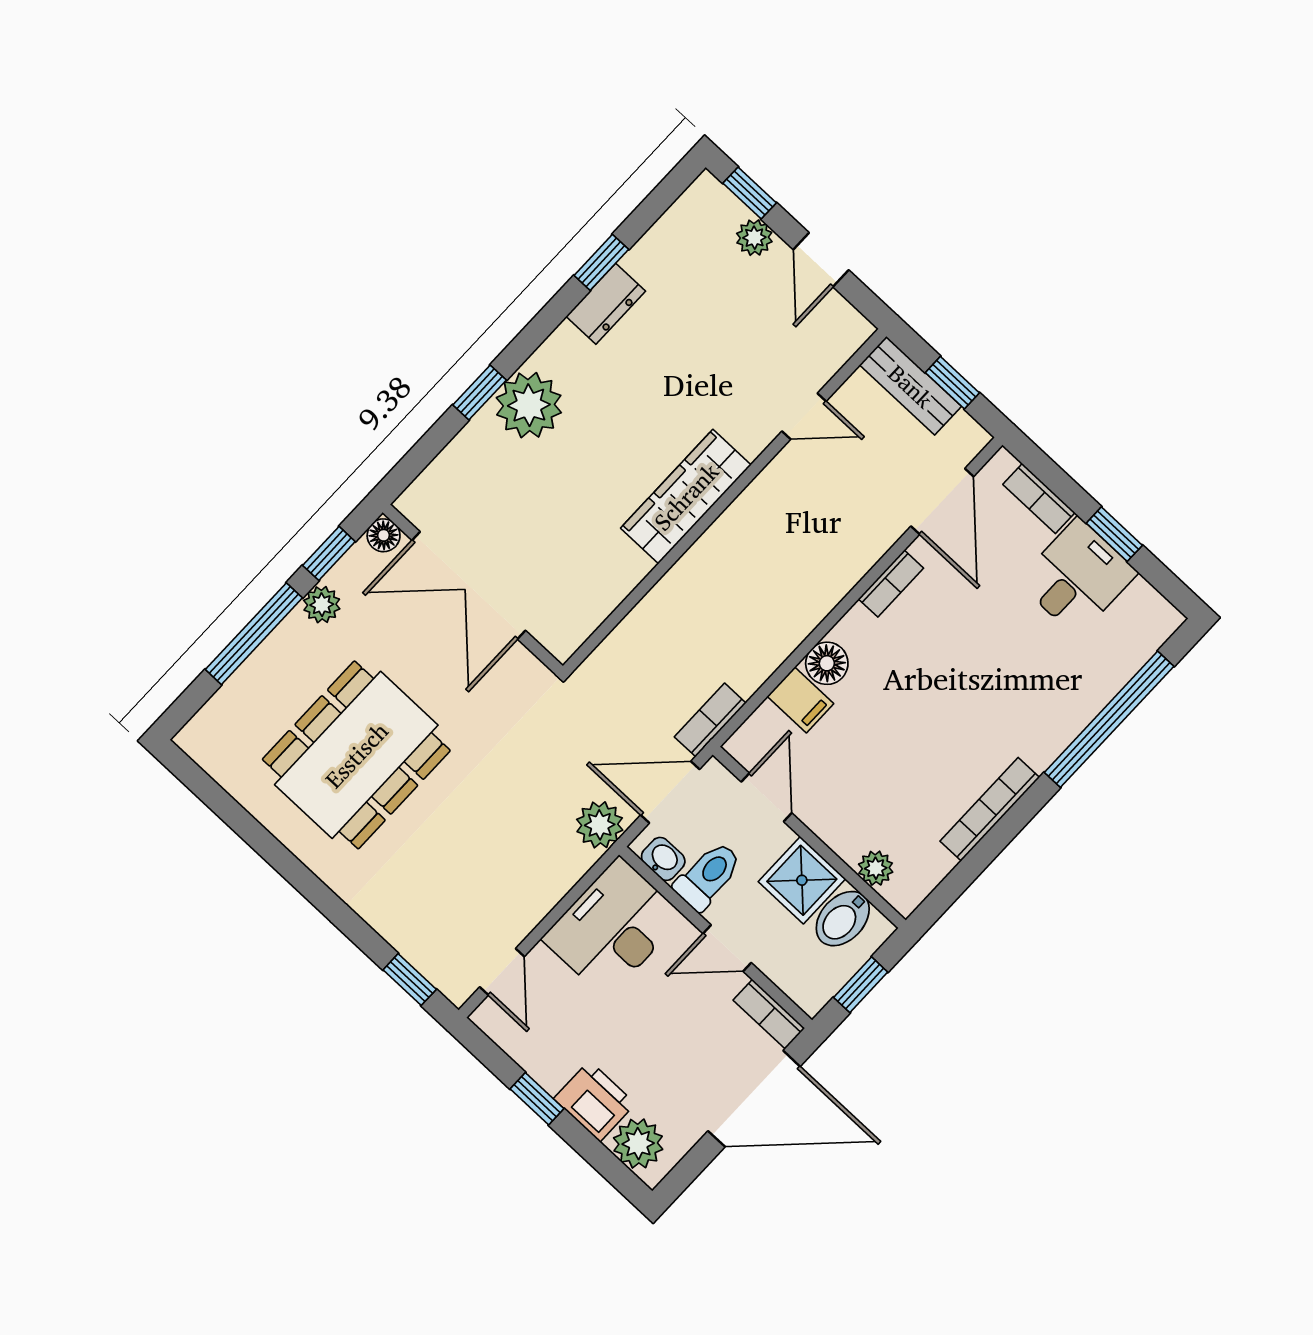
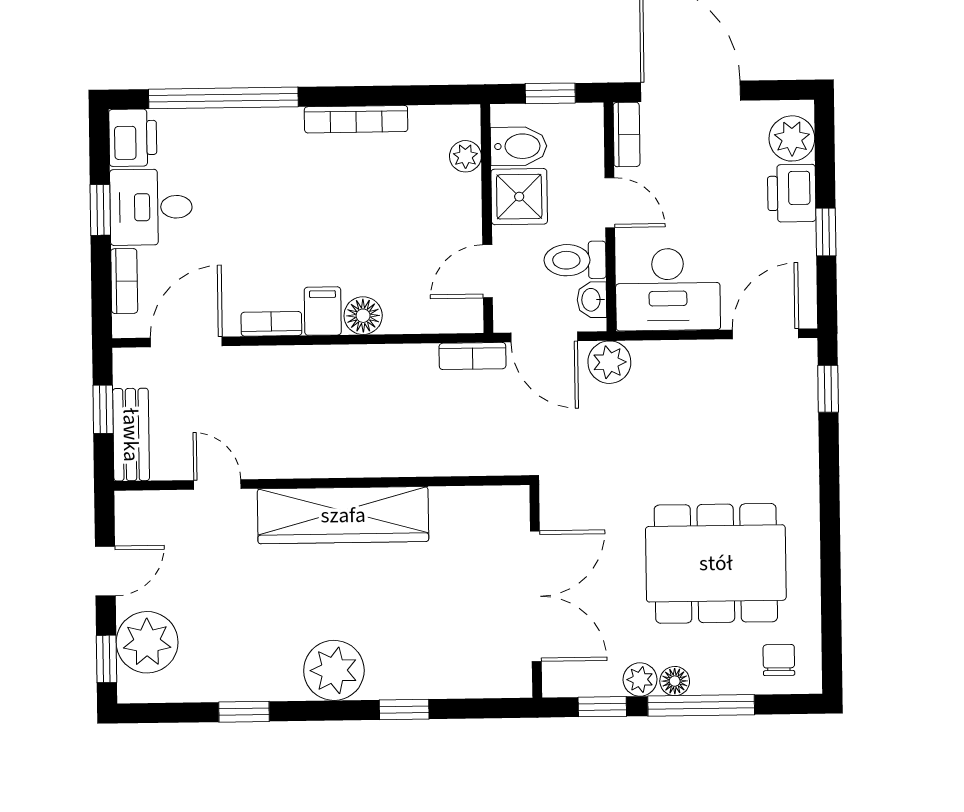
plant: (754, 238) -> (147, 642), width x1.87, depth x1.87
dresser: (606, 304) -> (268, 683), removed
plant: (529, 405) -> (334, 670), moved
wardrobe: (686, 496) -> (343, 515), width x1.40, depth x1.17
floor lamp: (384, 535) -> (675, 681), moved
printer: (1147, 616) -> (133, 138), added
filing cabinet: (800, 700) -> (323, 311), moved
chair: (230, 731) -> (779, 660), added
door: (502, 972) -> (765, 334), width x1.38

